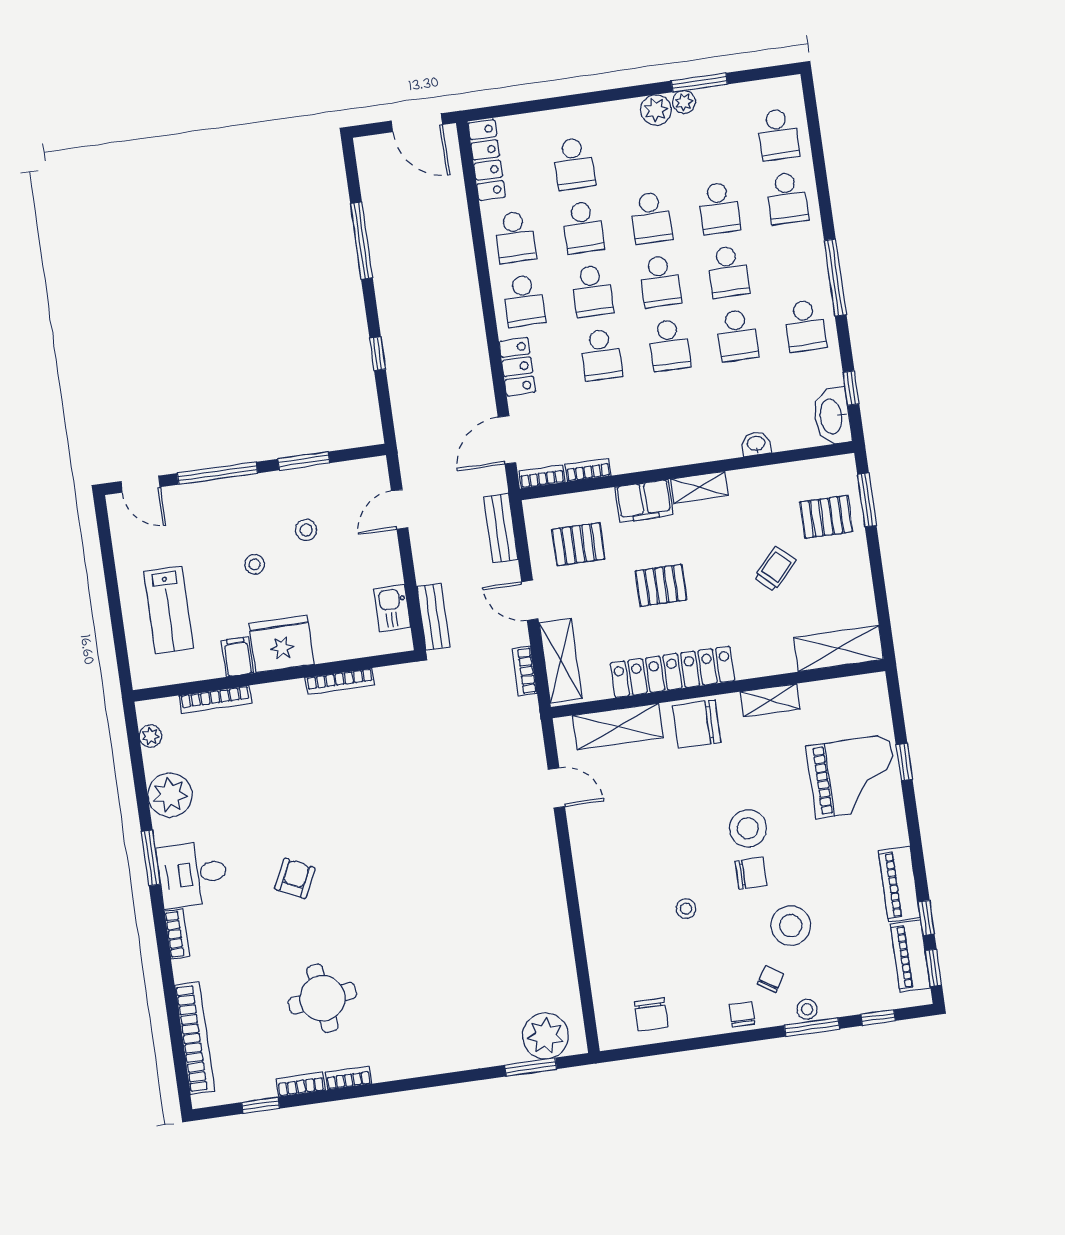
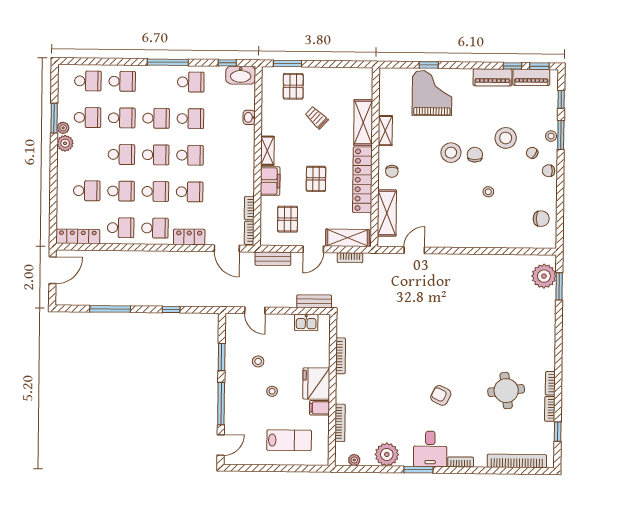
school desk: (710, 144) -> (87, 118), added
shelving: (839, 648) -> (363, 122), moved
chair: (697, 724) -> (392, 171), width x0.54, depth x0.54

